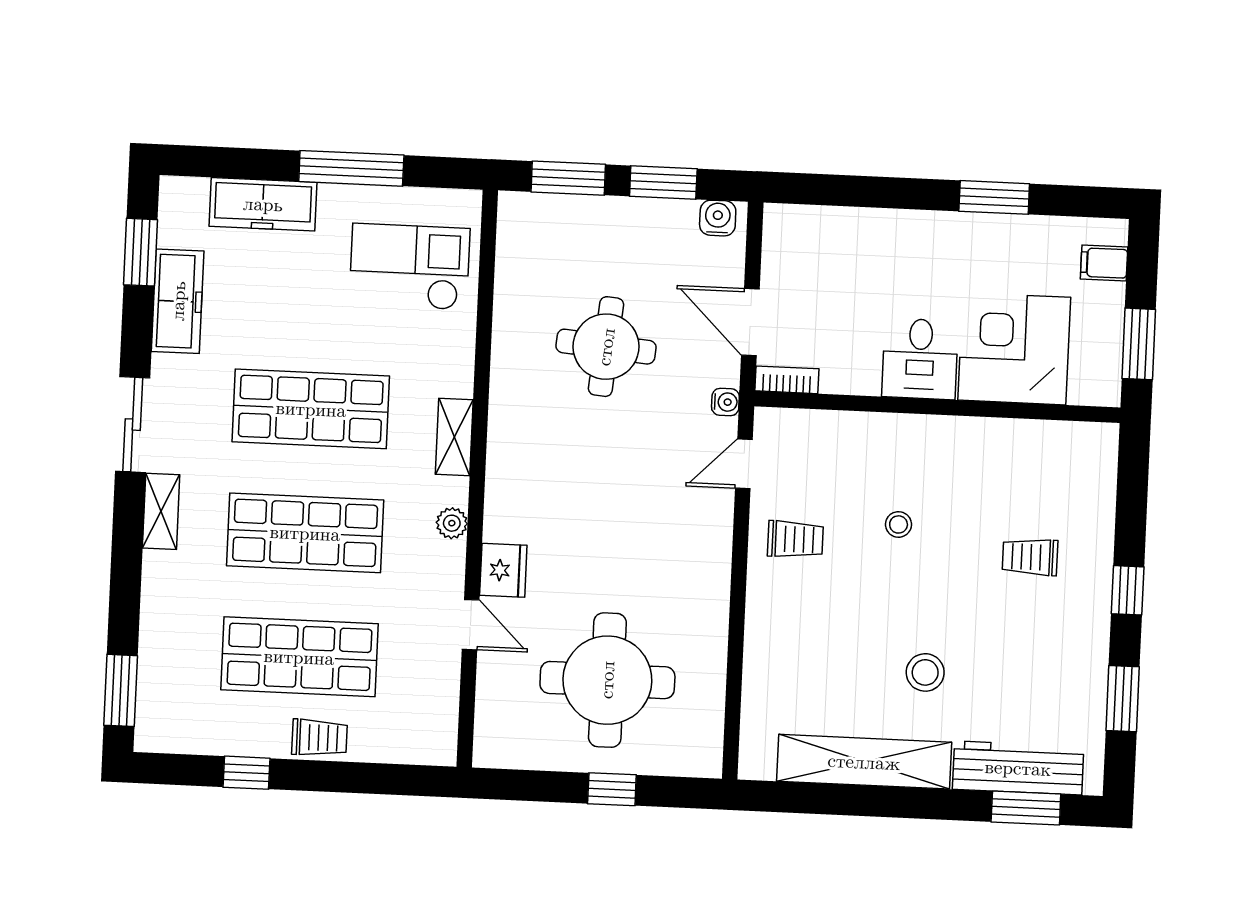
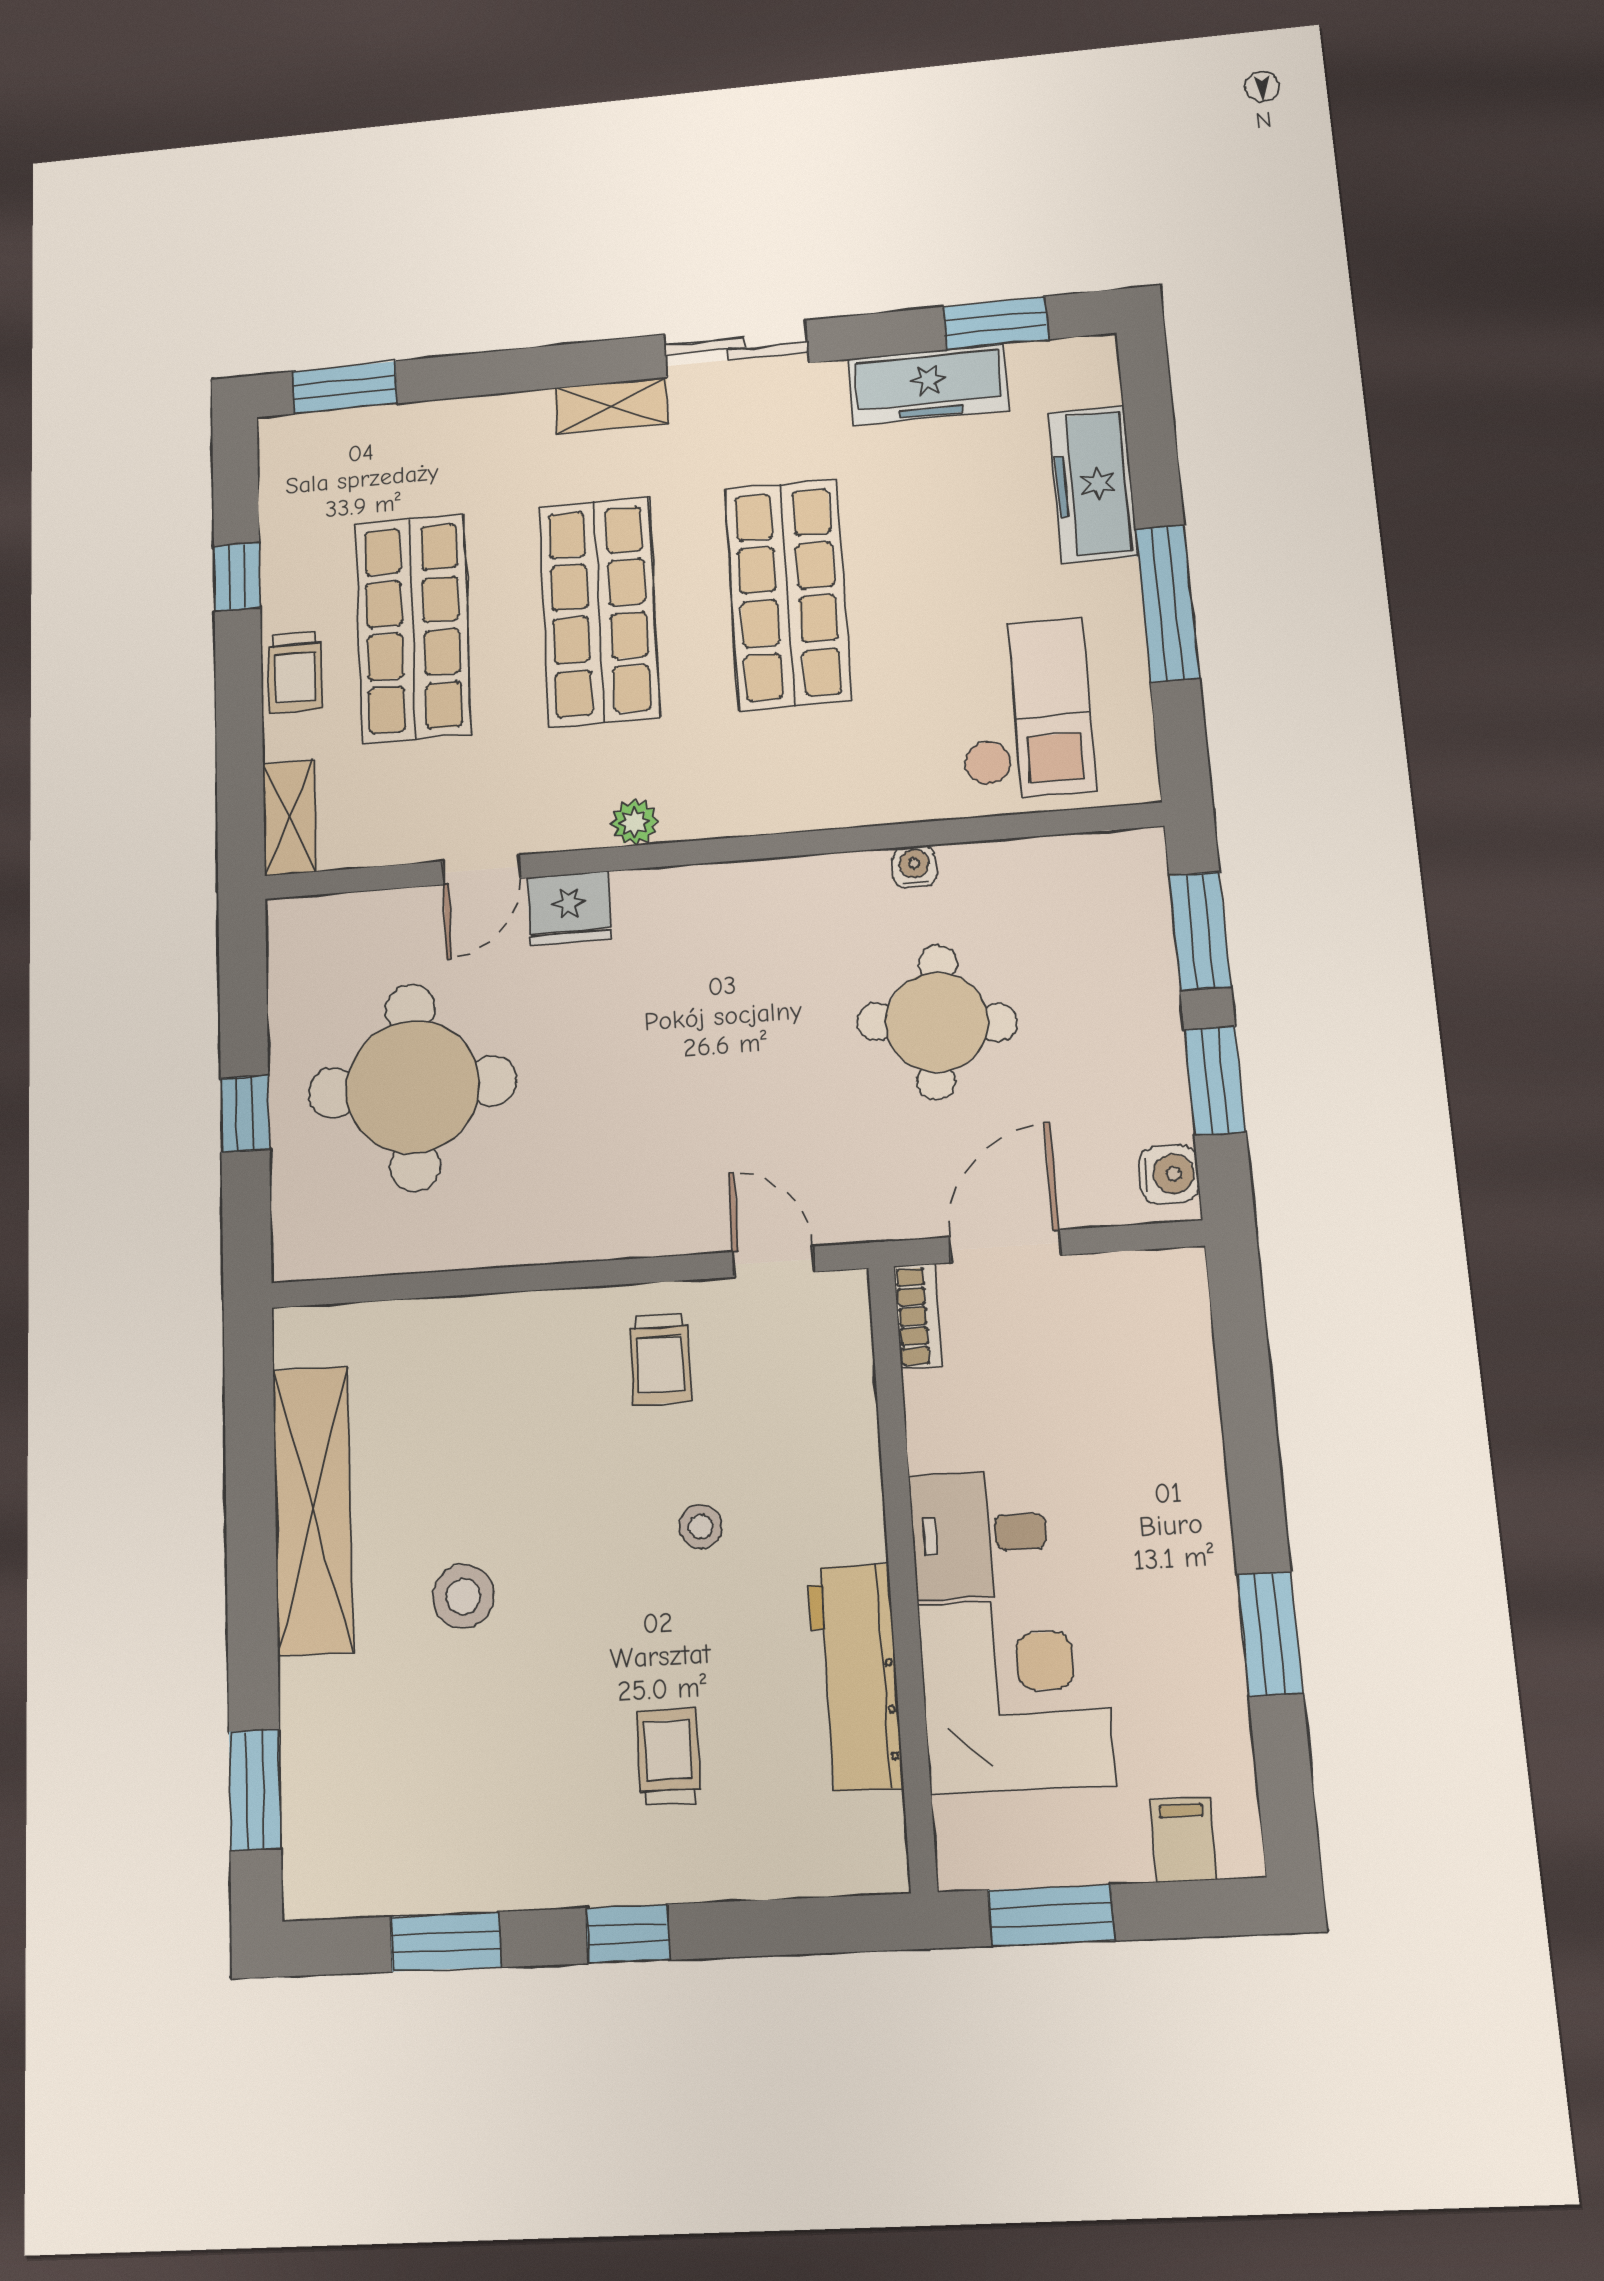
water cooler: (725, 402) -> (914, 867), moved, turned 180
shelving: (454, 437) -> (289, 818), moved, turned 90
workbench: (1018, 768) -> (855, 1677), moved, turned 180

